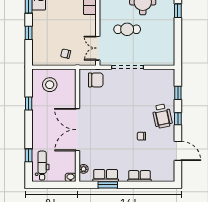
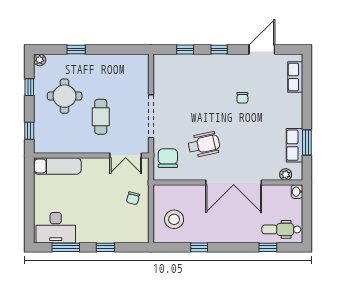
wheelchair: (162, 116) -> (204, 145), moved
row of seats: (139, 176) -> (295, 77), moved

